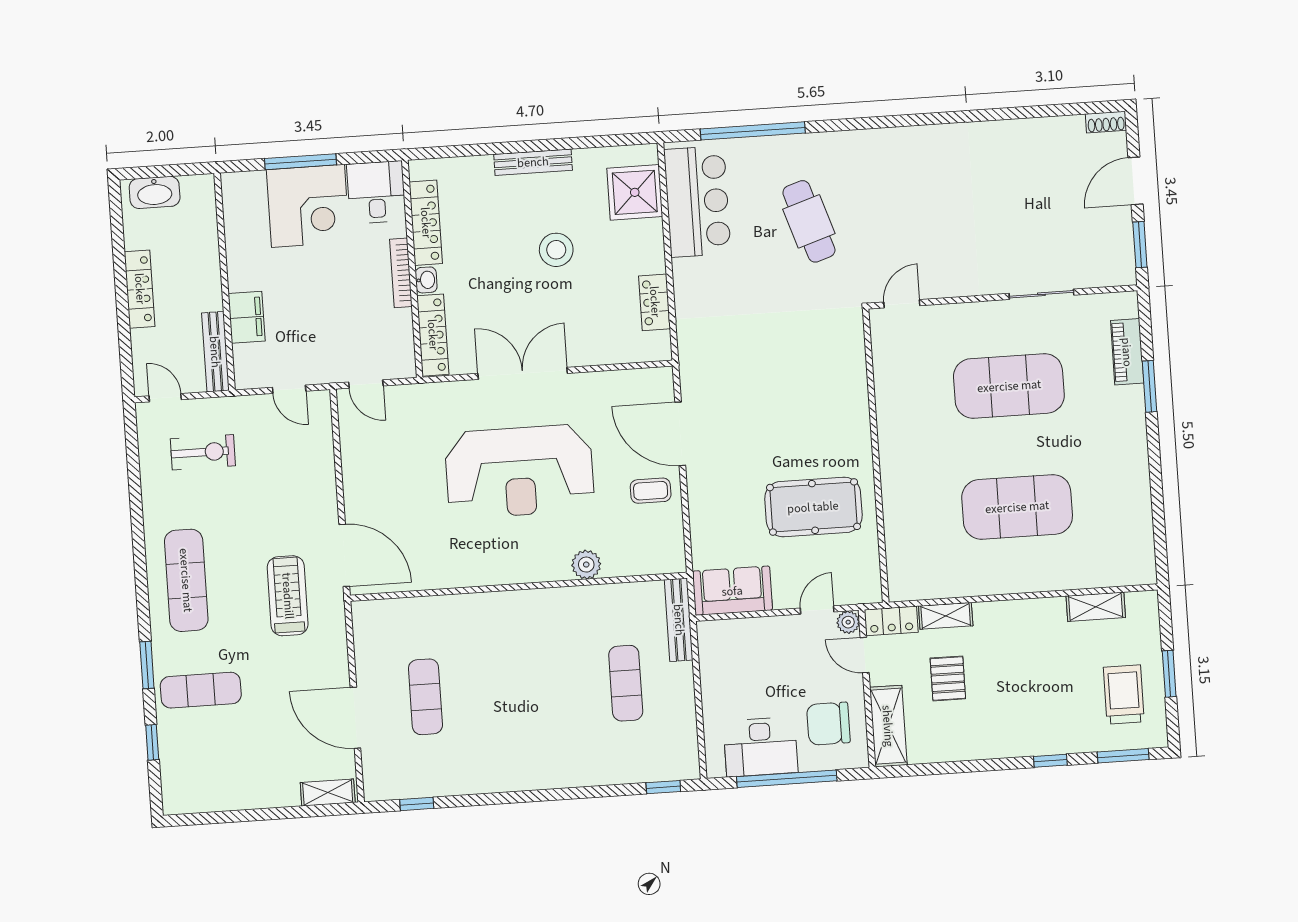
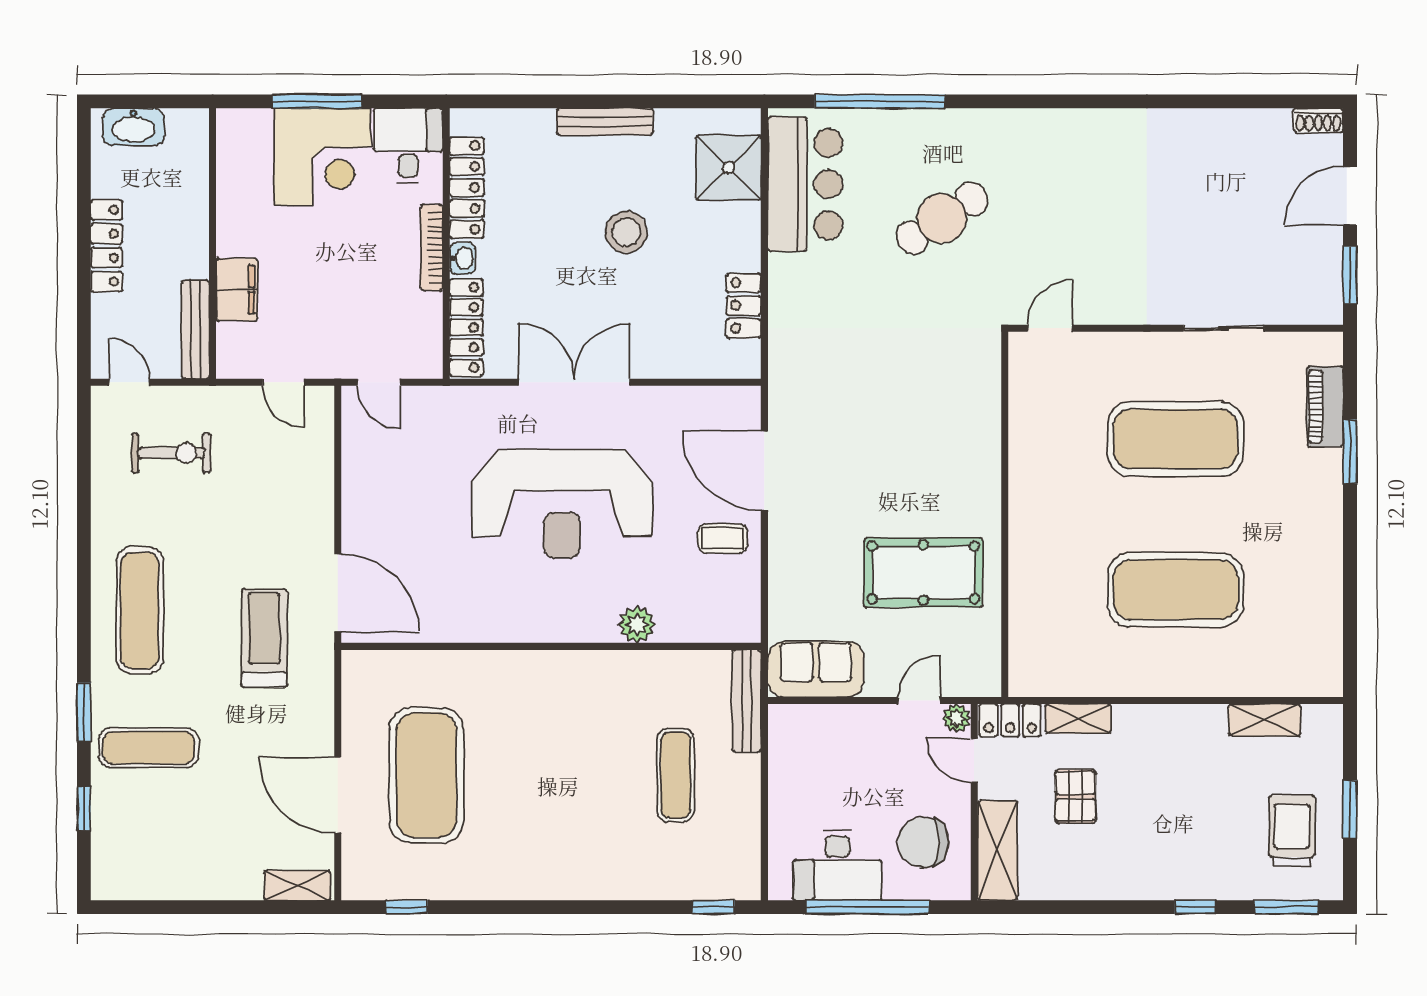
cafe table: (809, 221) -> (942, 218), turned 75
exercise mat: (425, 697) -> (426, 775), width x2.00, depth x1.45

